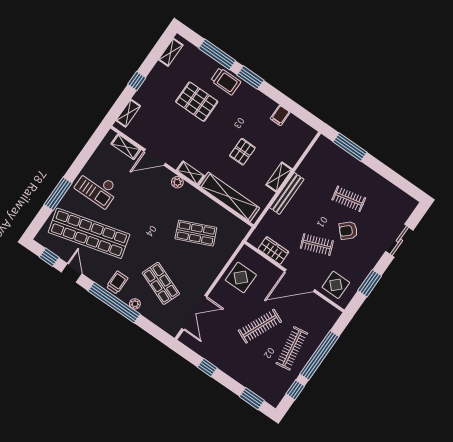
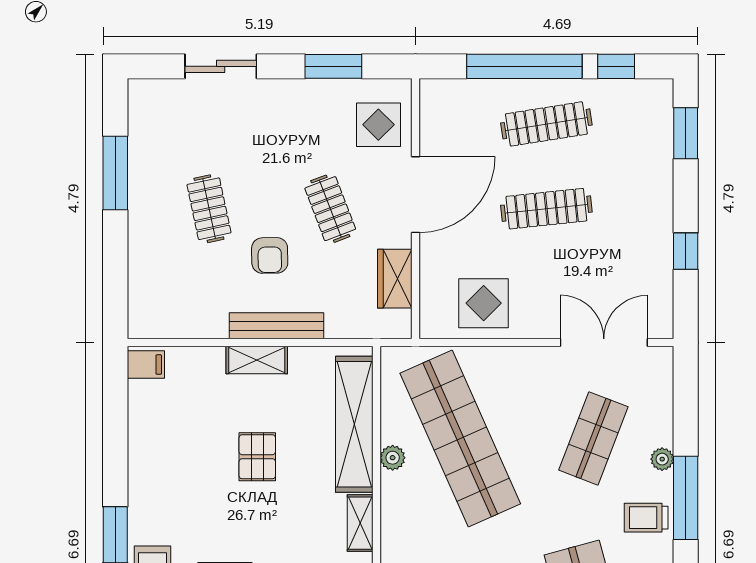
filing cabinet: (280, 115) -> (146, 365), moved
window: (350, 147) -> (115, 173), moved
pallet: (242, 152) -> (257, 457), turned 90
plant: (177, 182) -> (393, 458), moved
armchair: (348, 231) -> (270, 255), moved, turned 43
shop shelf: (196, 233) -> (460, 438), width x2.00, depth x1.36
door: (300, 280) -> (416, 195), hinge flipped
window: (114, 303) -> (686, 498), width x0.68
clothes rail: (260, 326) -> (546, 209), turned -30

